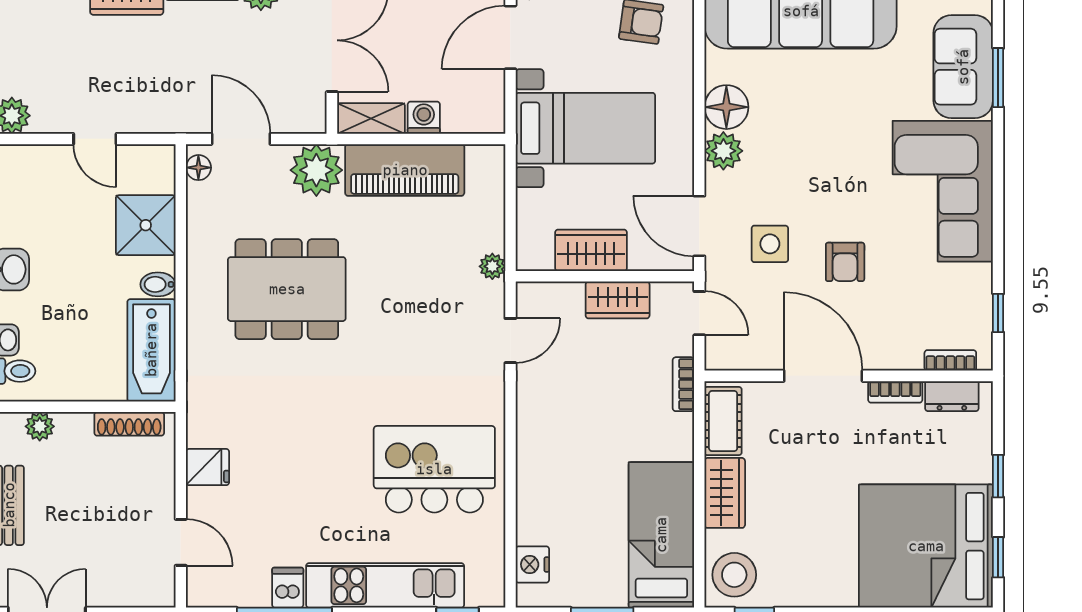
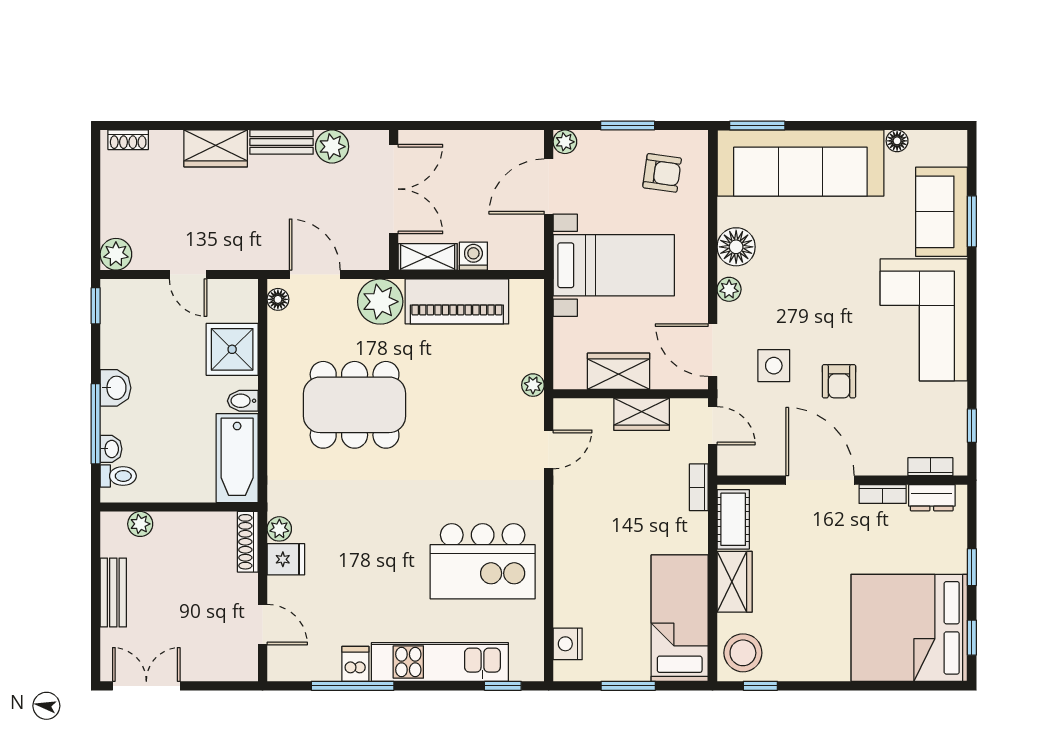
plant: (723, 151) -> (729, 289), width x0.73, depth x0.73
shoe rack: (129, 424) -> (248, 542), moved, turned 90
plant: (200, 432) -> (279, 529), added
kitchen island: (434, 469) -> (483, 561), turned 180

